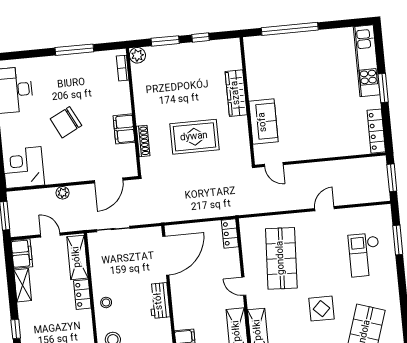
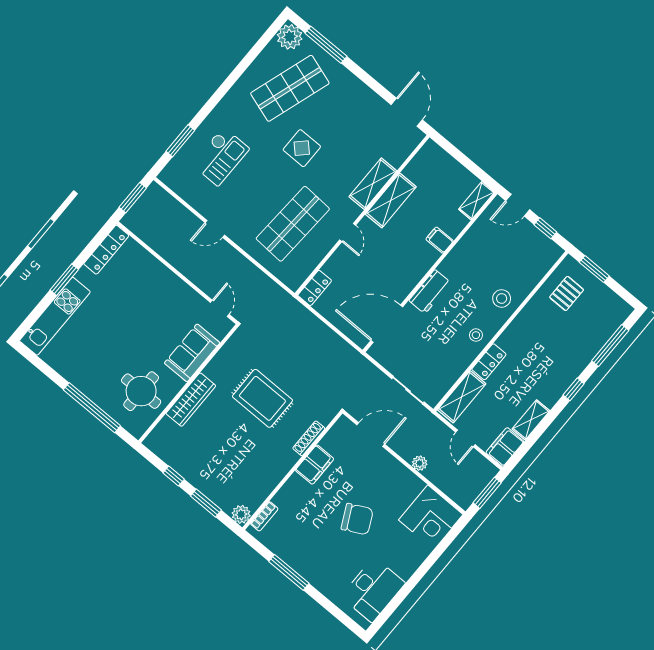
round table: (271, 68) -> (141, 391), added

